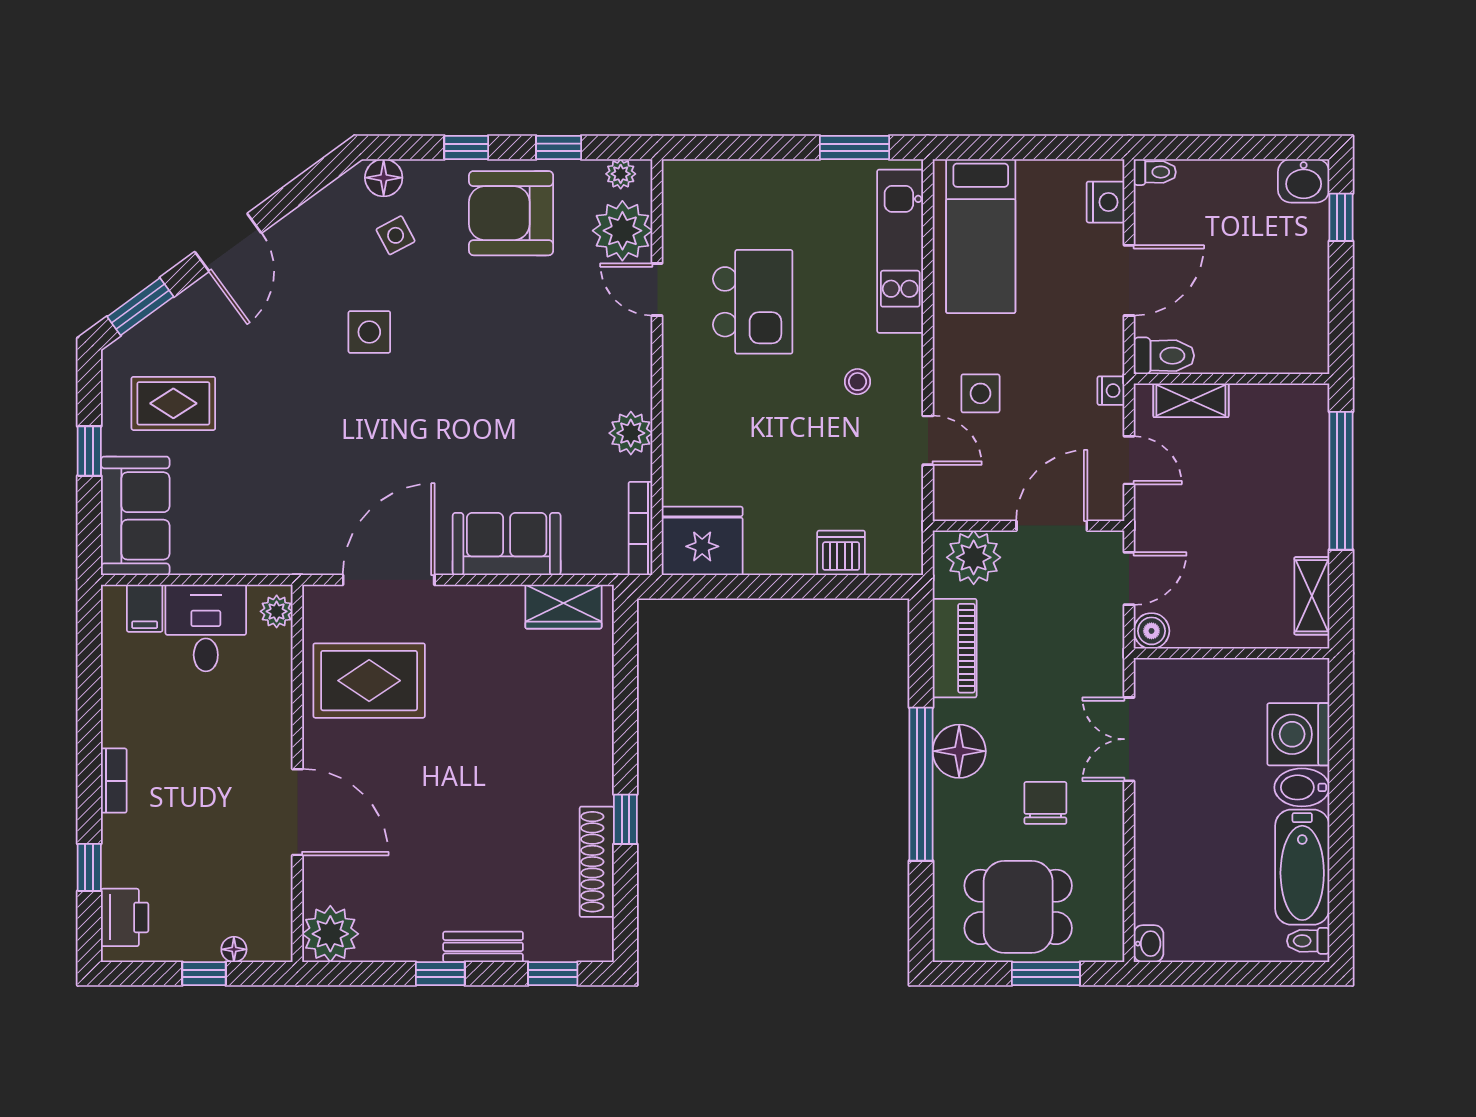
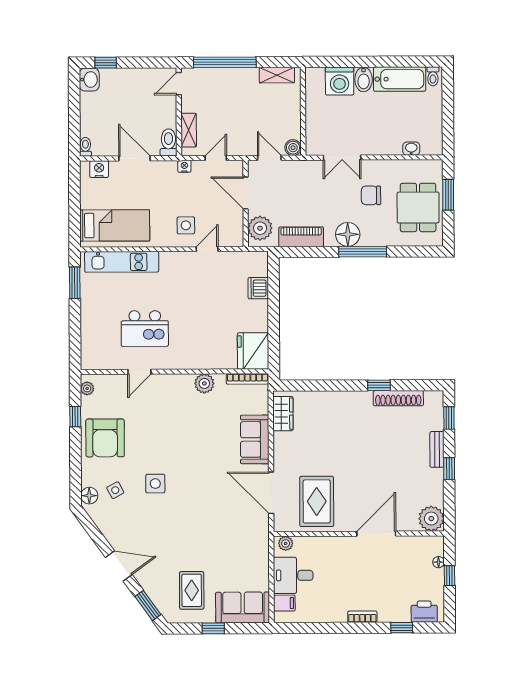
window: (466, 147) -> (75, 458), removed
plant: (622, 231) -> (113, 388), removed
kitchen island: (753, 302) -> (145, 329), turned 180
side table: (369, 332) -> (155, 484), moved
door: (1294, 379) -> (179, 84), added
stool: (857, 382) -> (181, 281), removed
window: (921, 784) -> (363, 252), width x0.68
washbasin: (1149, 944) -> (411, 149), moved

